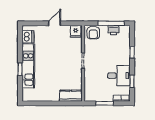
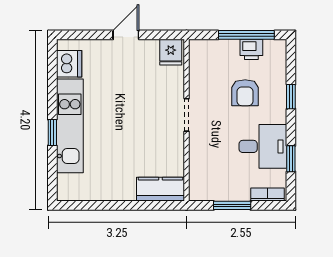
armchair: (93, 33) -> (245, 93), moved

